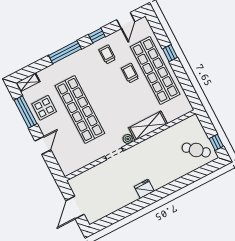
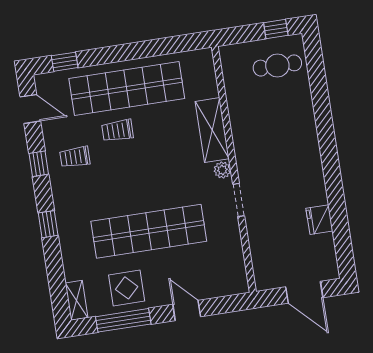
window: (65, 52) -> (48, 224), width x0.46
window: (170, 53) -> (65, 62), moved
cafe table: (196, 150) -> (277, 65), turned 49
fridge: (144, 189) -> (319, 220), moved

